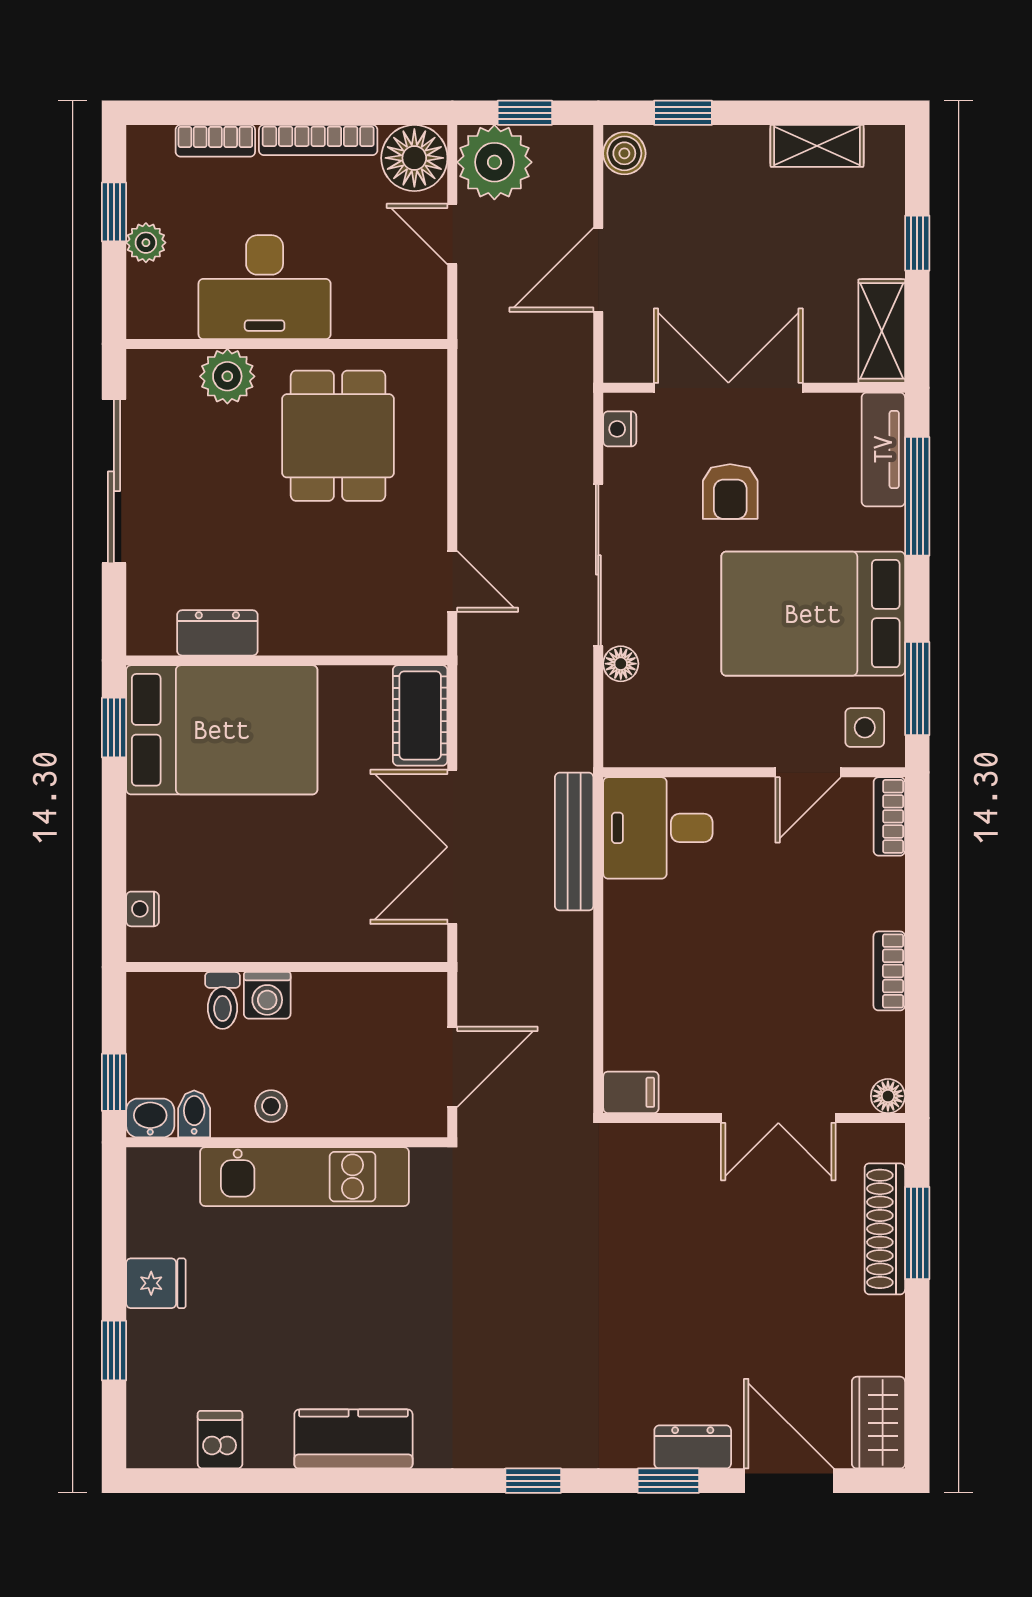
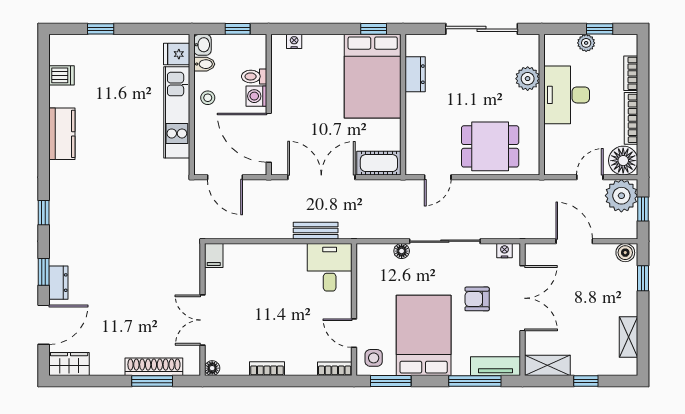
dining table: (338, 436) -> (490, 146), moved
bench: (574, 842) -> (316, 231), width x0.73
door: (362, 967) -> (269, 138), added
window: (114, 1082) -> (238, 29), moved
fridge: (156, 1283) -> (177, 54), moved, turned 90

